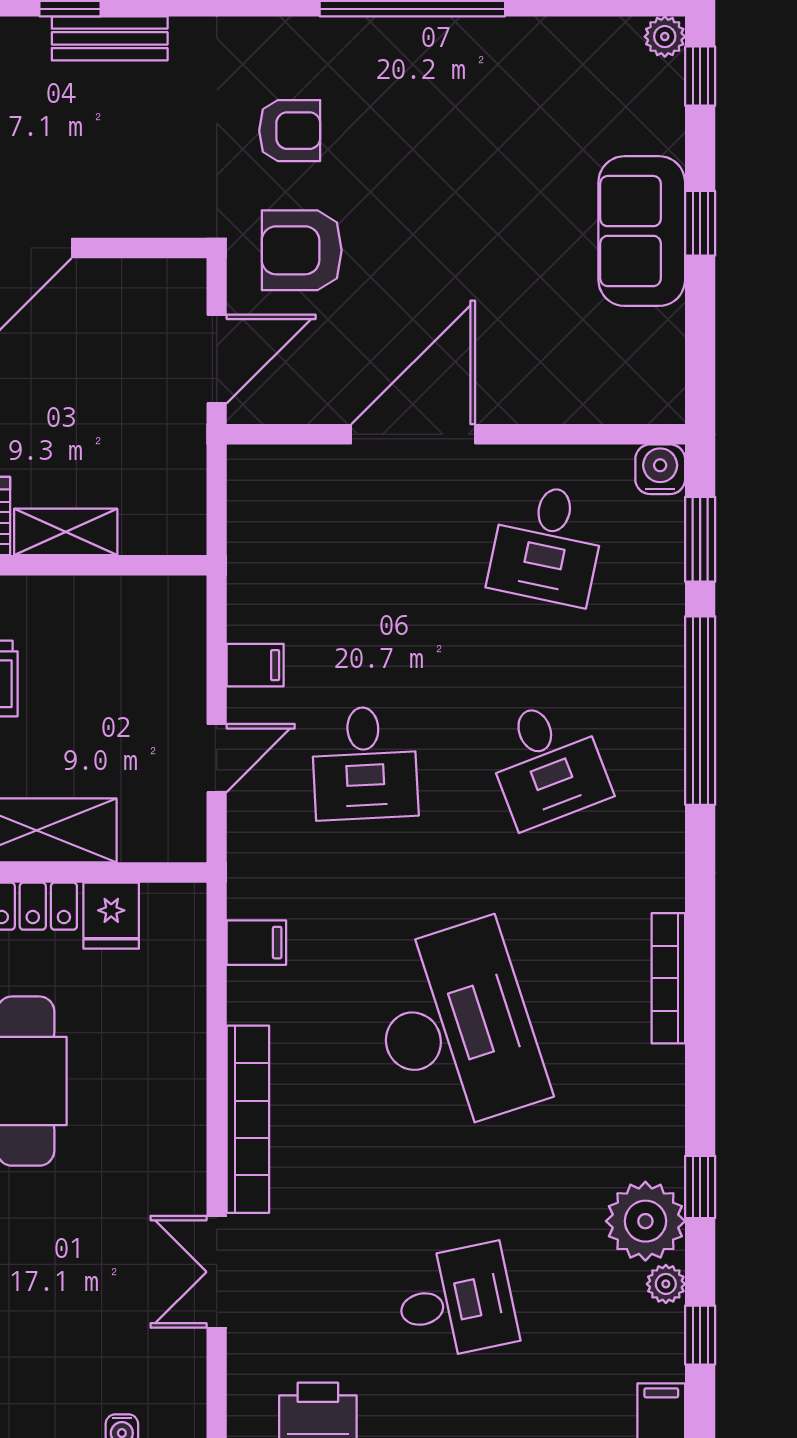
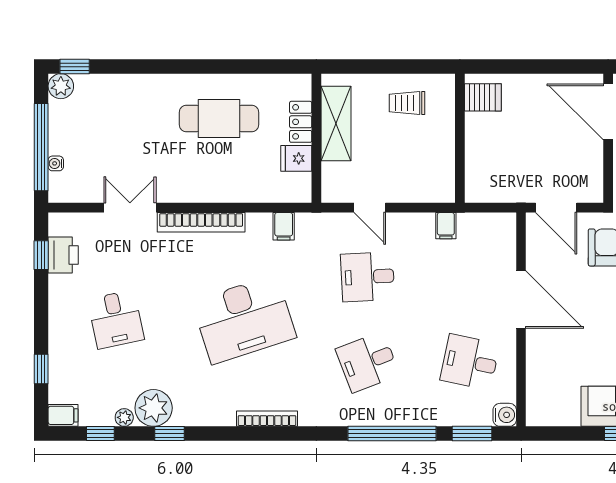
shelving: (66, 532) -> (475, 137), removed
filing cabinet: (255, 665) -> (446, 226), moved

